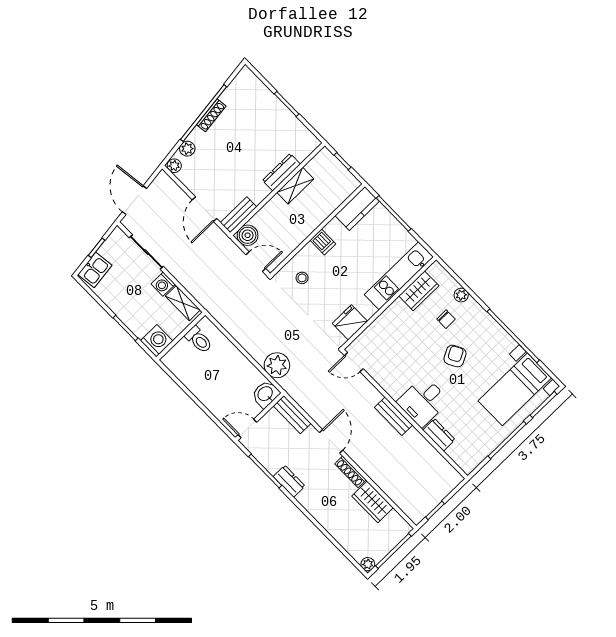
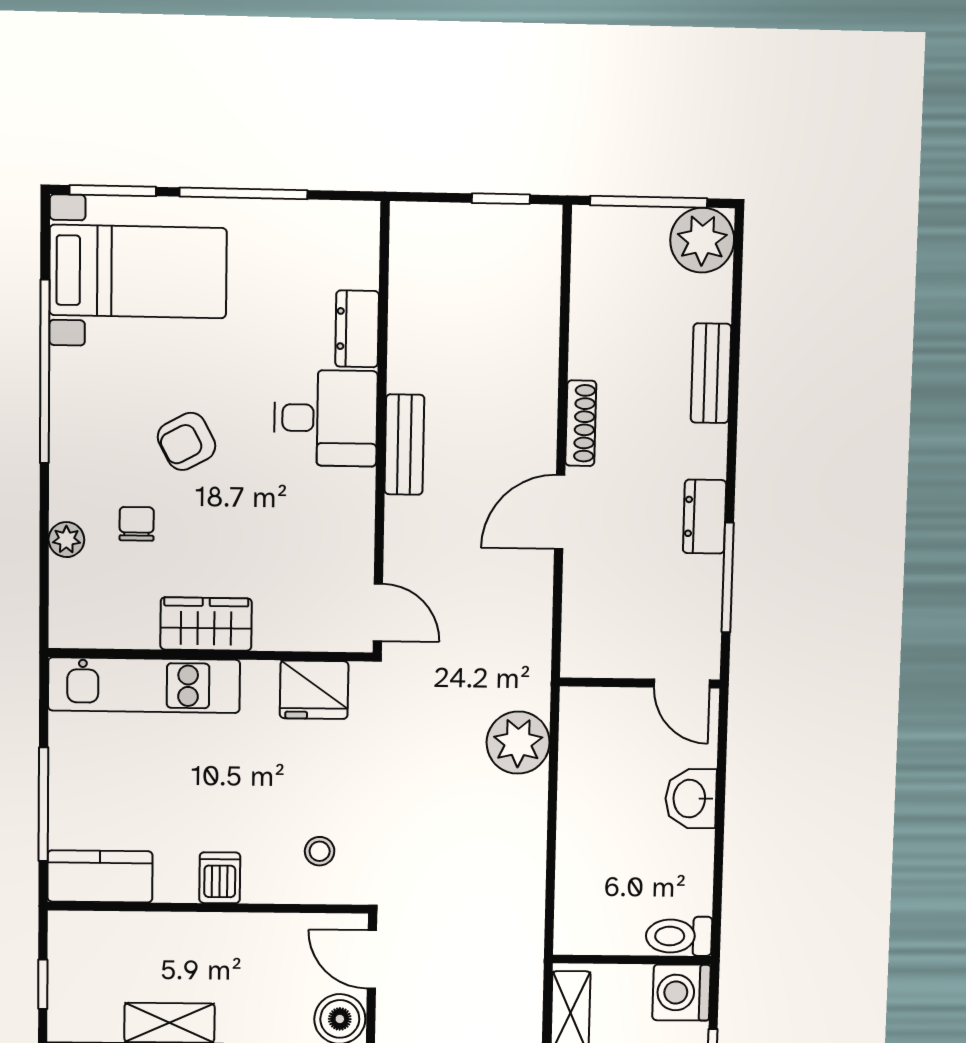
wardrobe: (419, 291) -> (206, 624), moved
toilet: (199, 340) -> (679, 936), moved, turned -90
washbasin: (266, 394) -> (691, 799), moved, turned 90
bench: (292, 415) -> (711, 373), moved
wardrobe: (372, 502) -> (596, 329), removed
plant: (368, 564) -> (702, 240), width x1.88, depth x1.88

